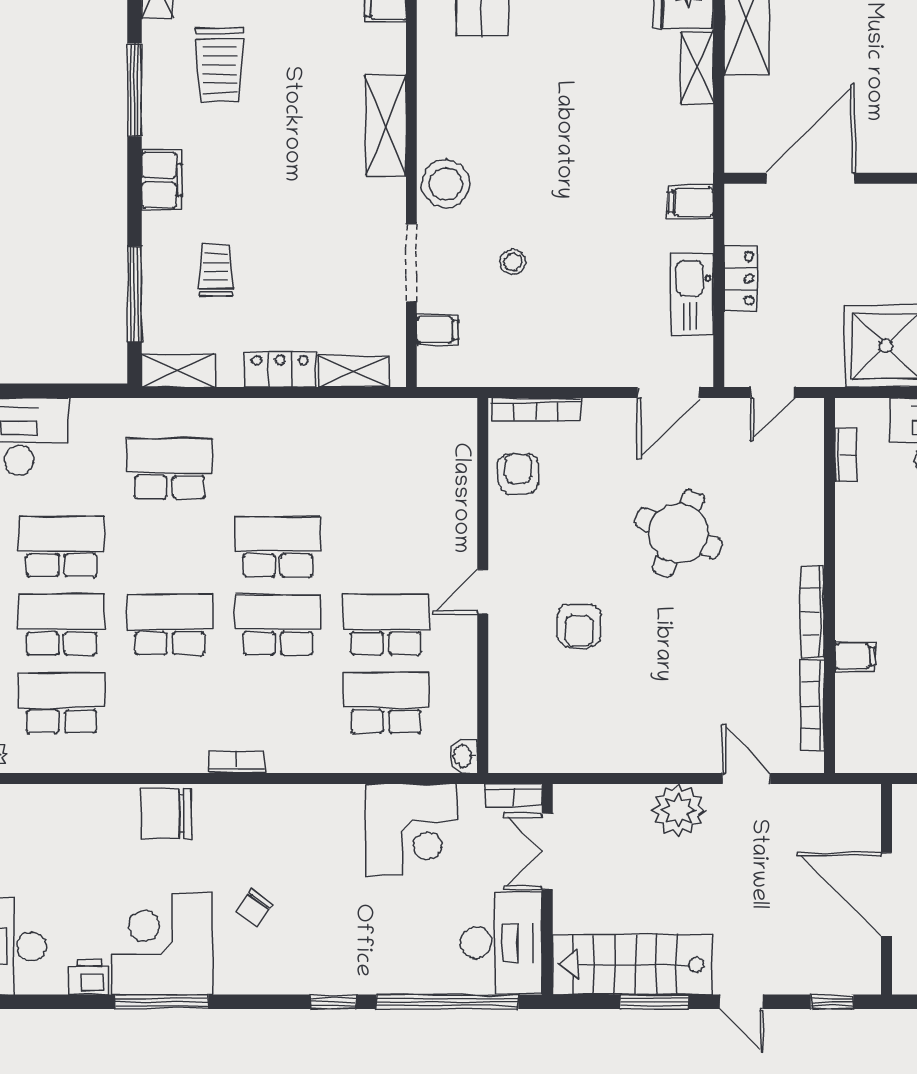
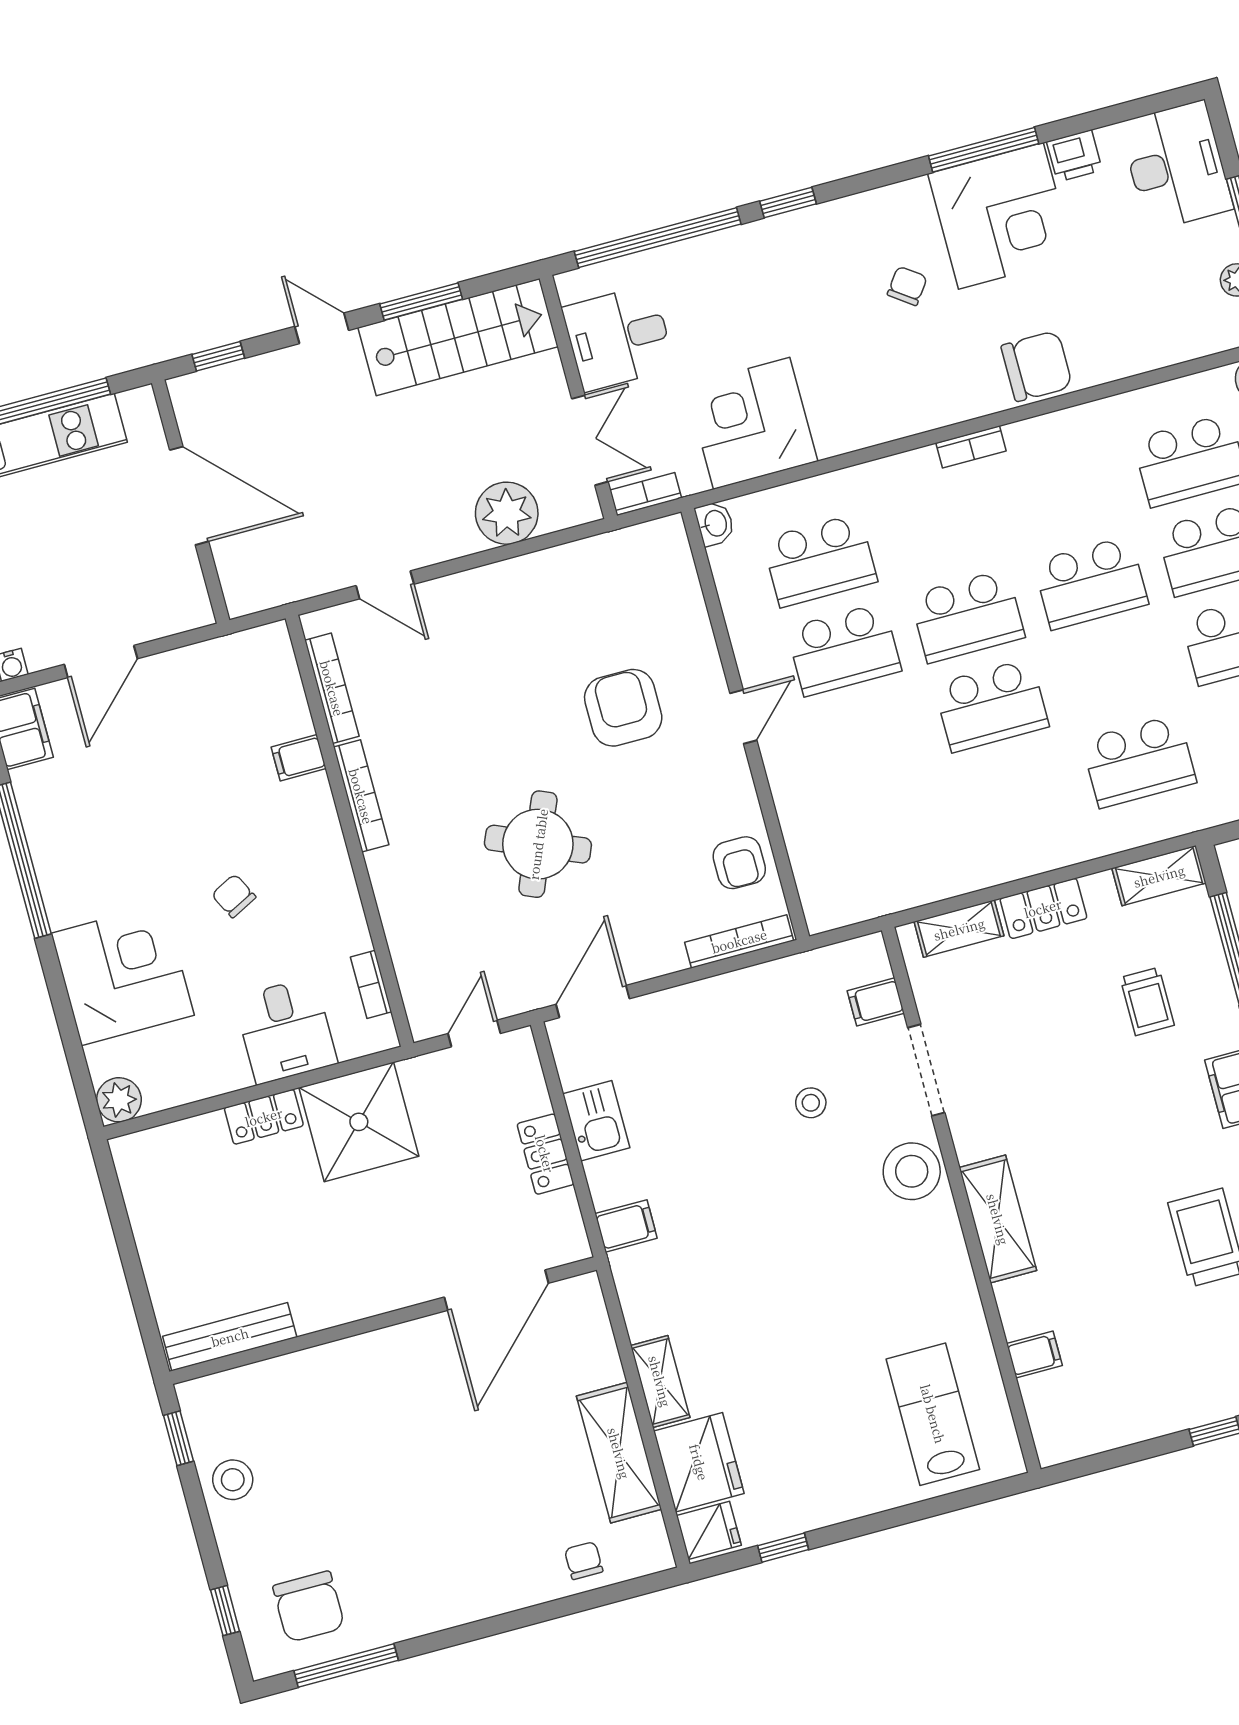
kitchen sink: (692, 294) -> (596, 1121), width x0.73
armchair: (579, 626) -> (623, 708), width x1.38, depth x1.38
plant: (678, 810) -> (507, 513), moved
desk: (501, 943) -> (618, 338), width x0.73

